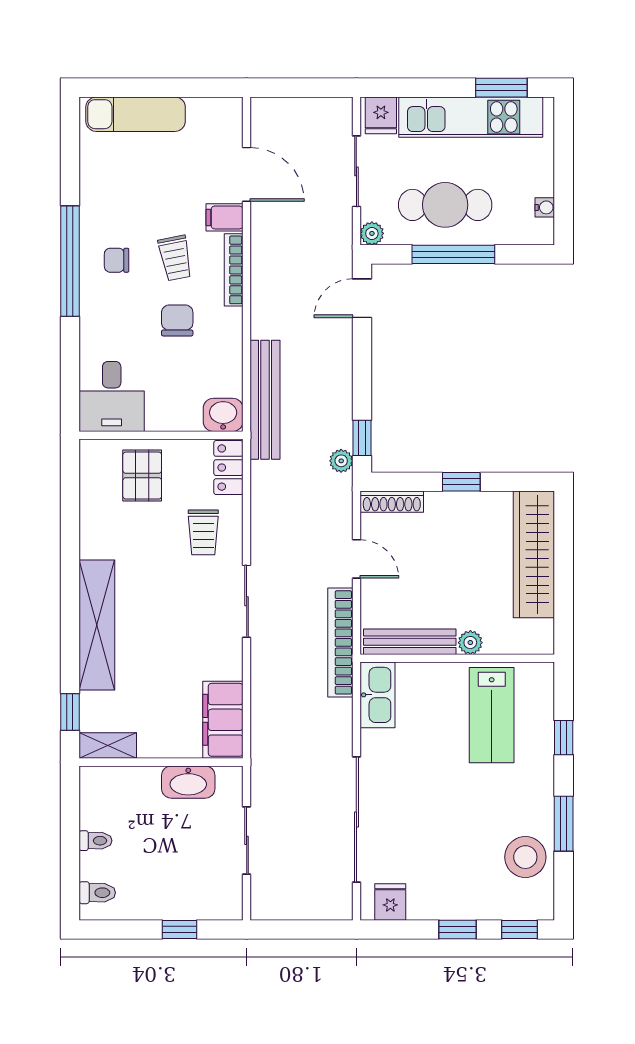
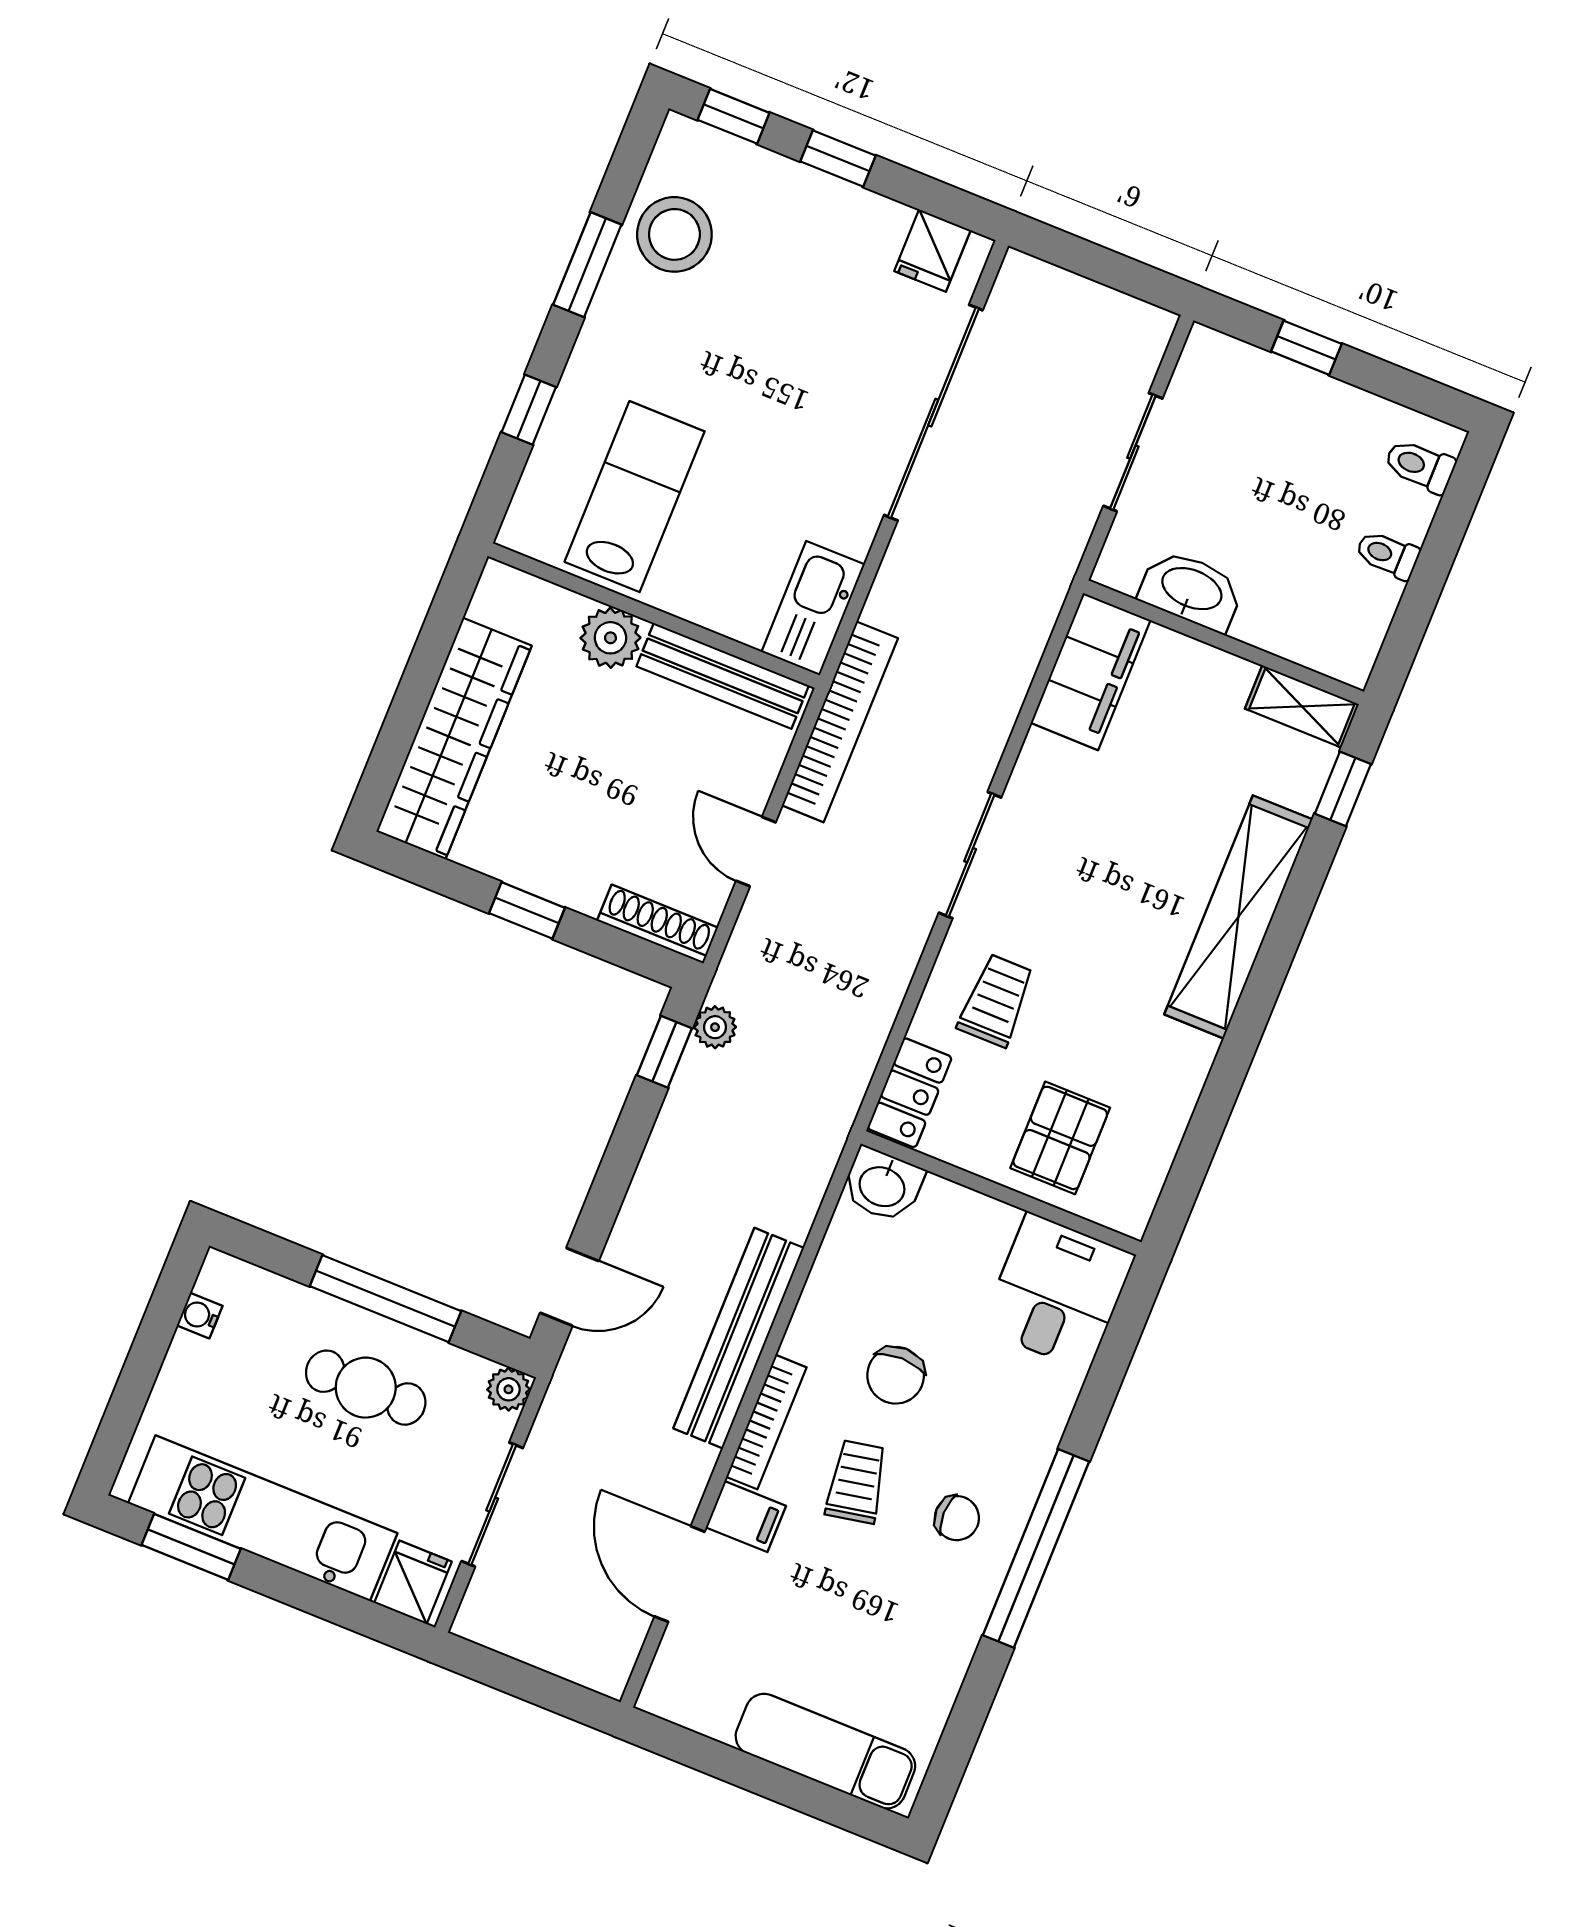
cafe table: (445, 205) -> (366, 1388), width x0.73, depth x0.74
bench: (265, 400) -> (739, 1338), moved
plant: (470, 643) -> (610, 638), width x1.38, depth x1.38

